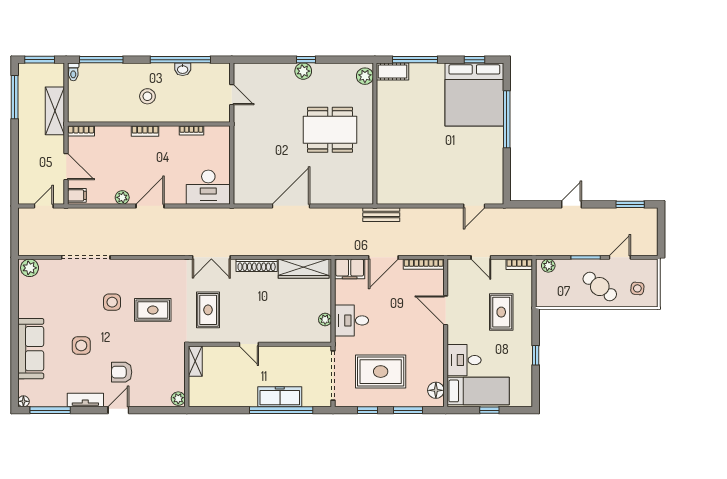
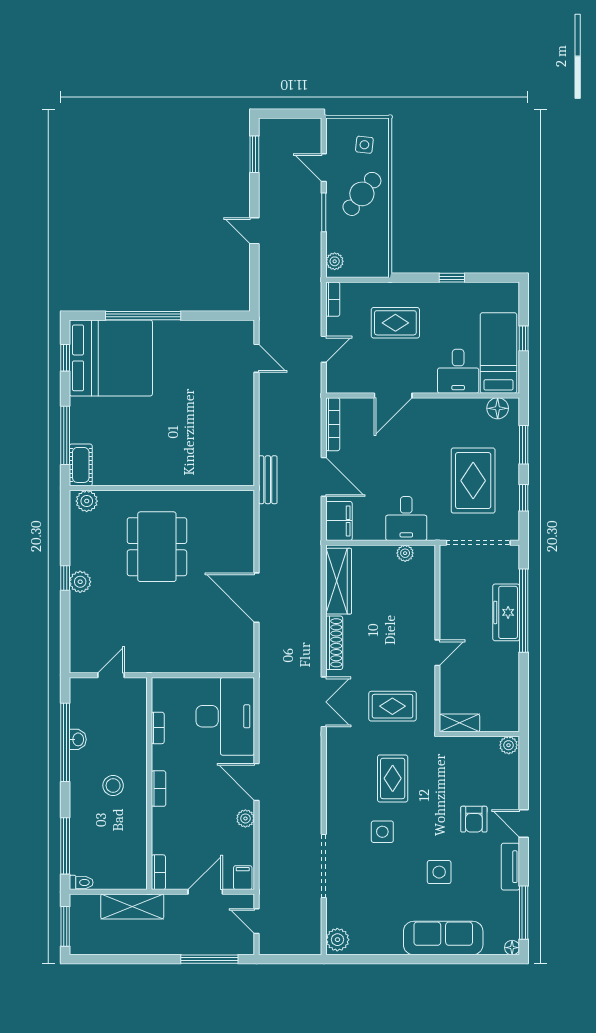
window: (15, 97) -> (209, 959), moved
desk: (208, 187) -> (225, 716), width x1.36, depth x1.30

